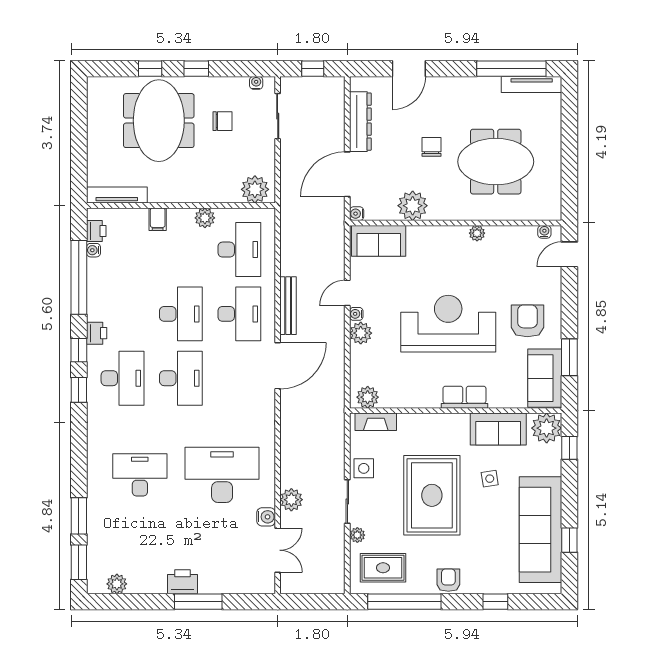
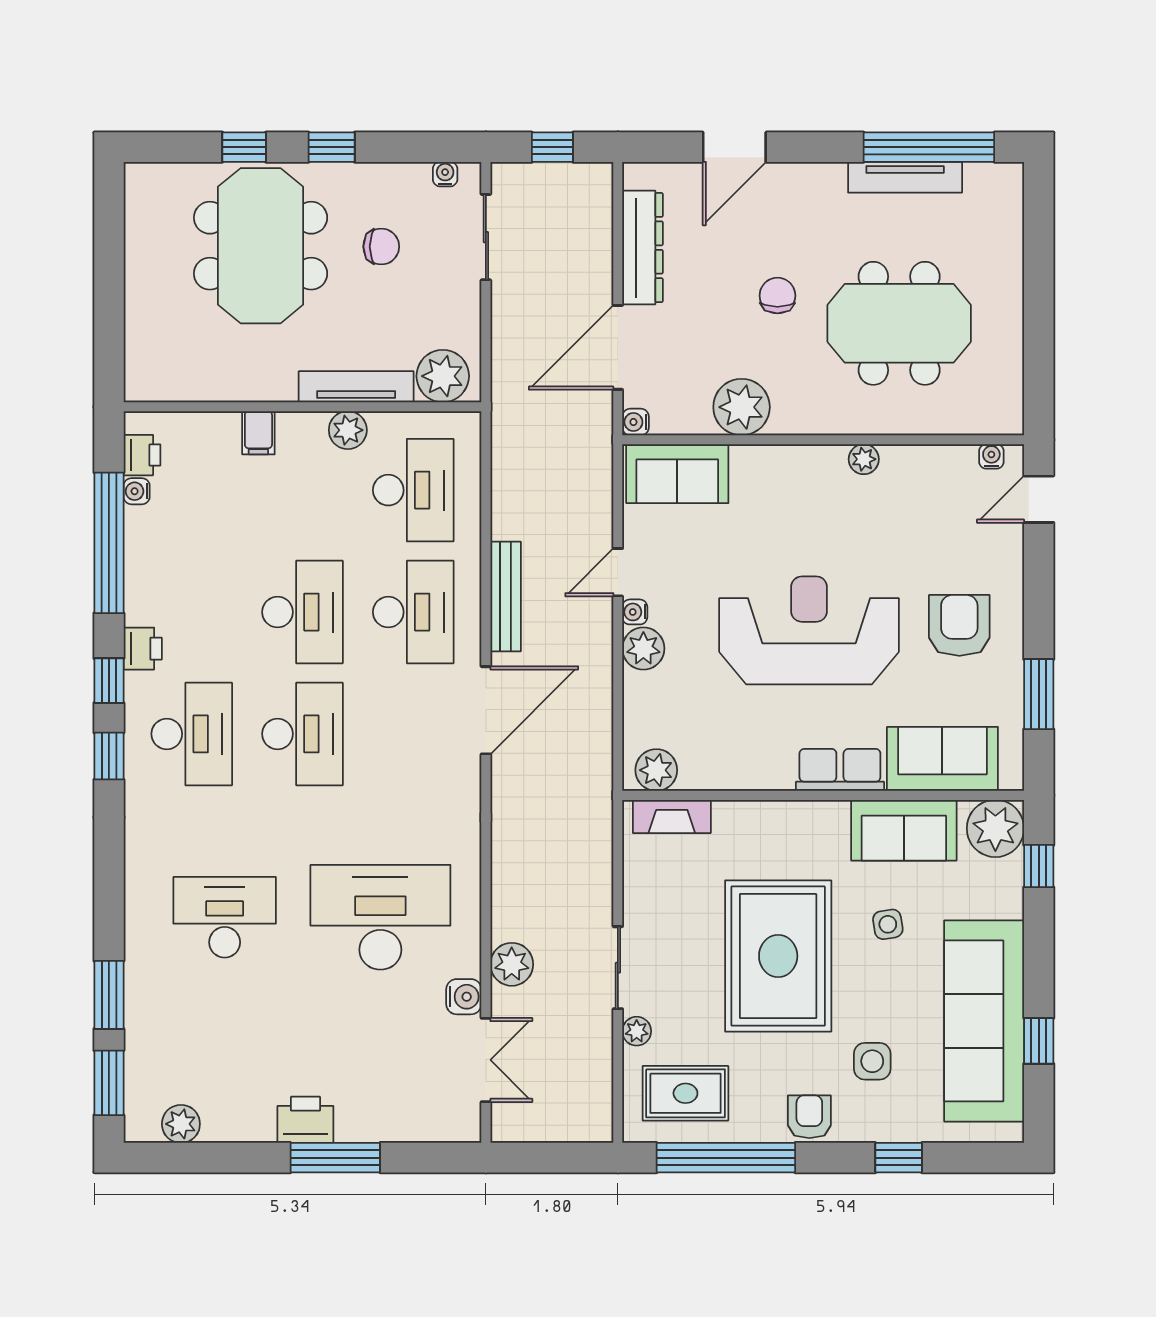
tv unit: (532, 84) -> (905, 177), moved
tv unit: (117, 195) -> (356, 387), moved
sofa: (545, 378) -> (942, 759), moved, turned 90
side table: (364, 468) -> (872, 1061), moved

